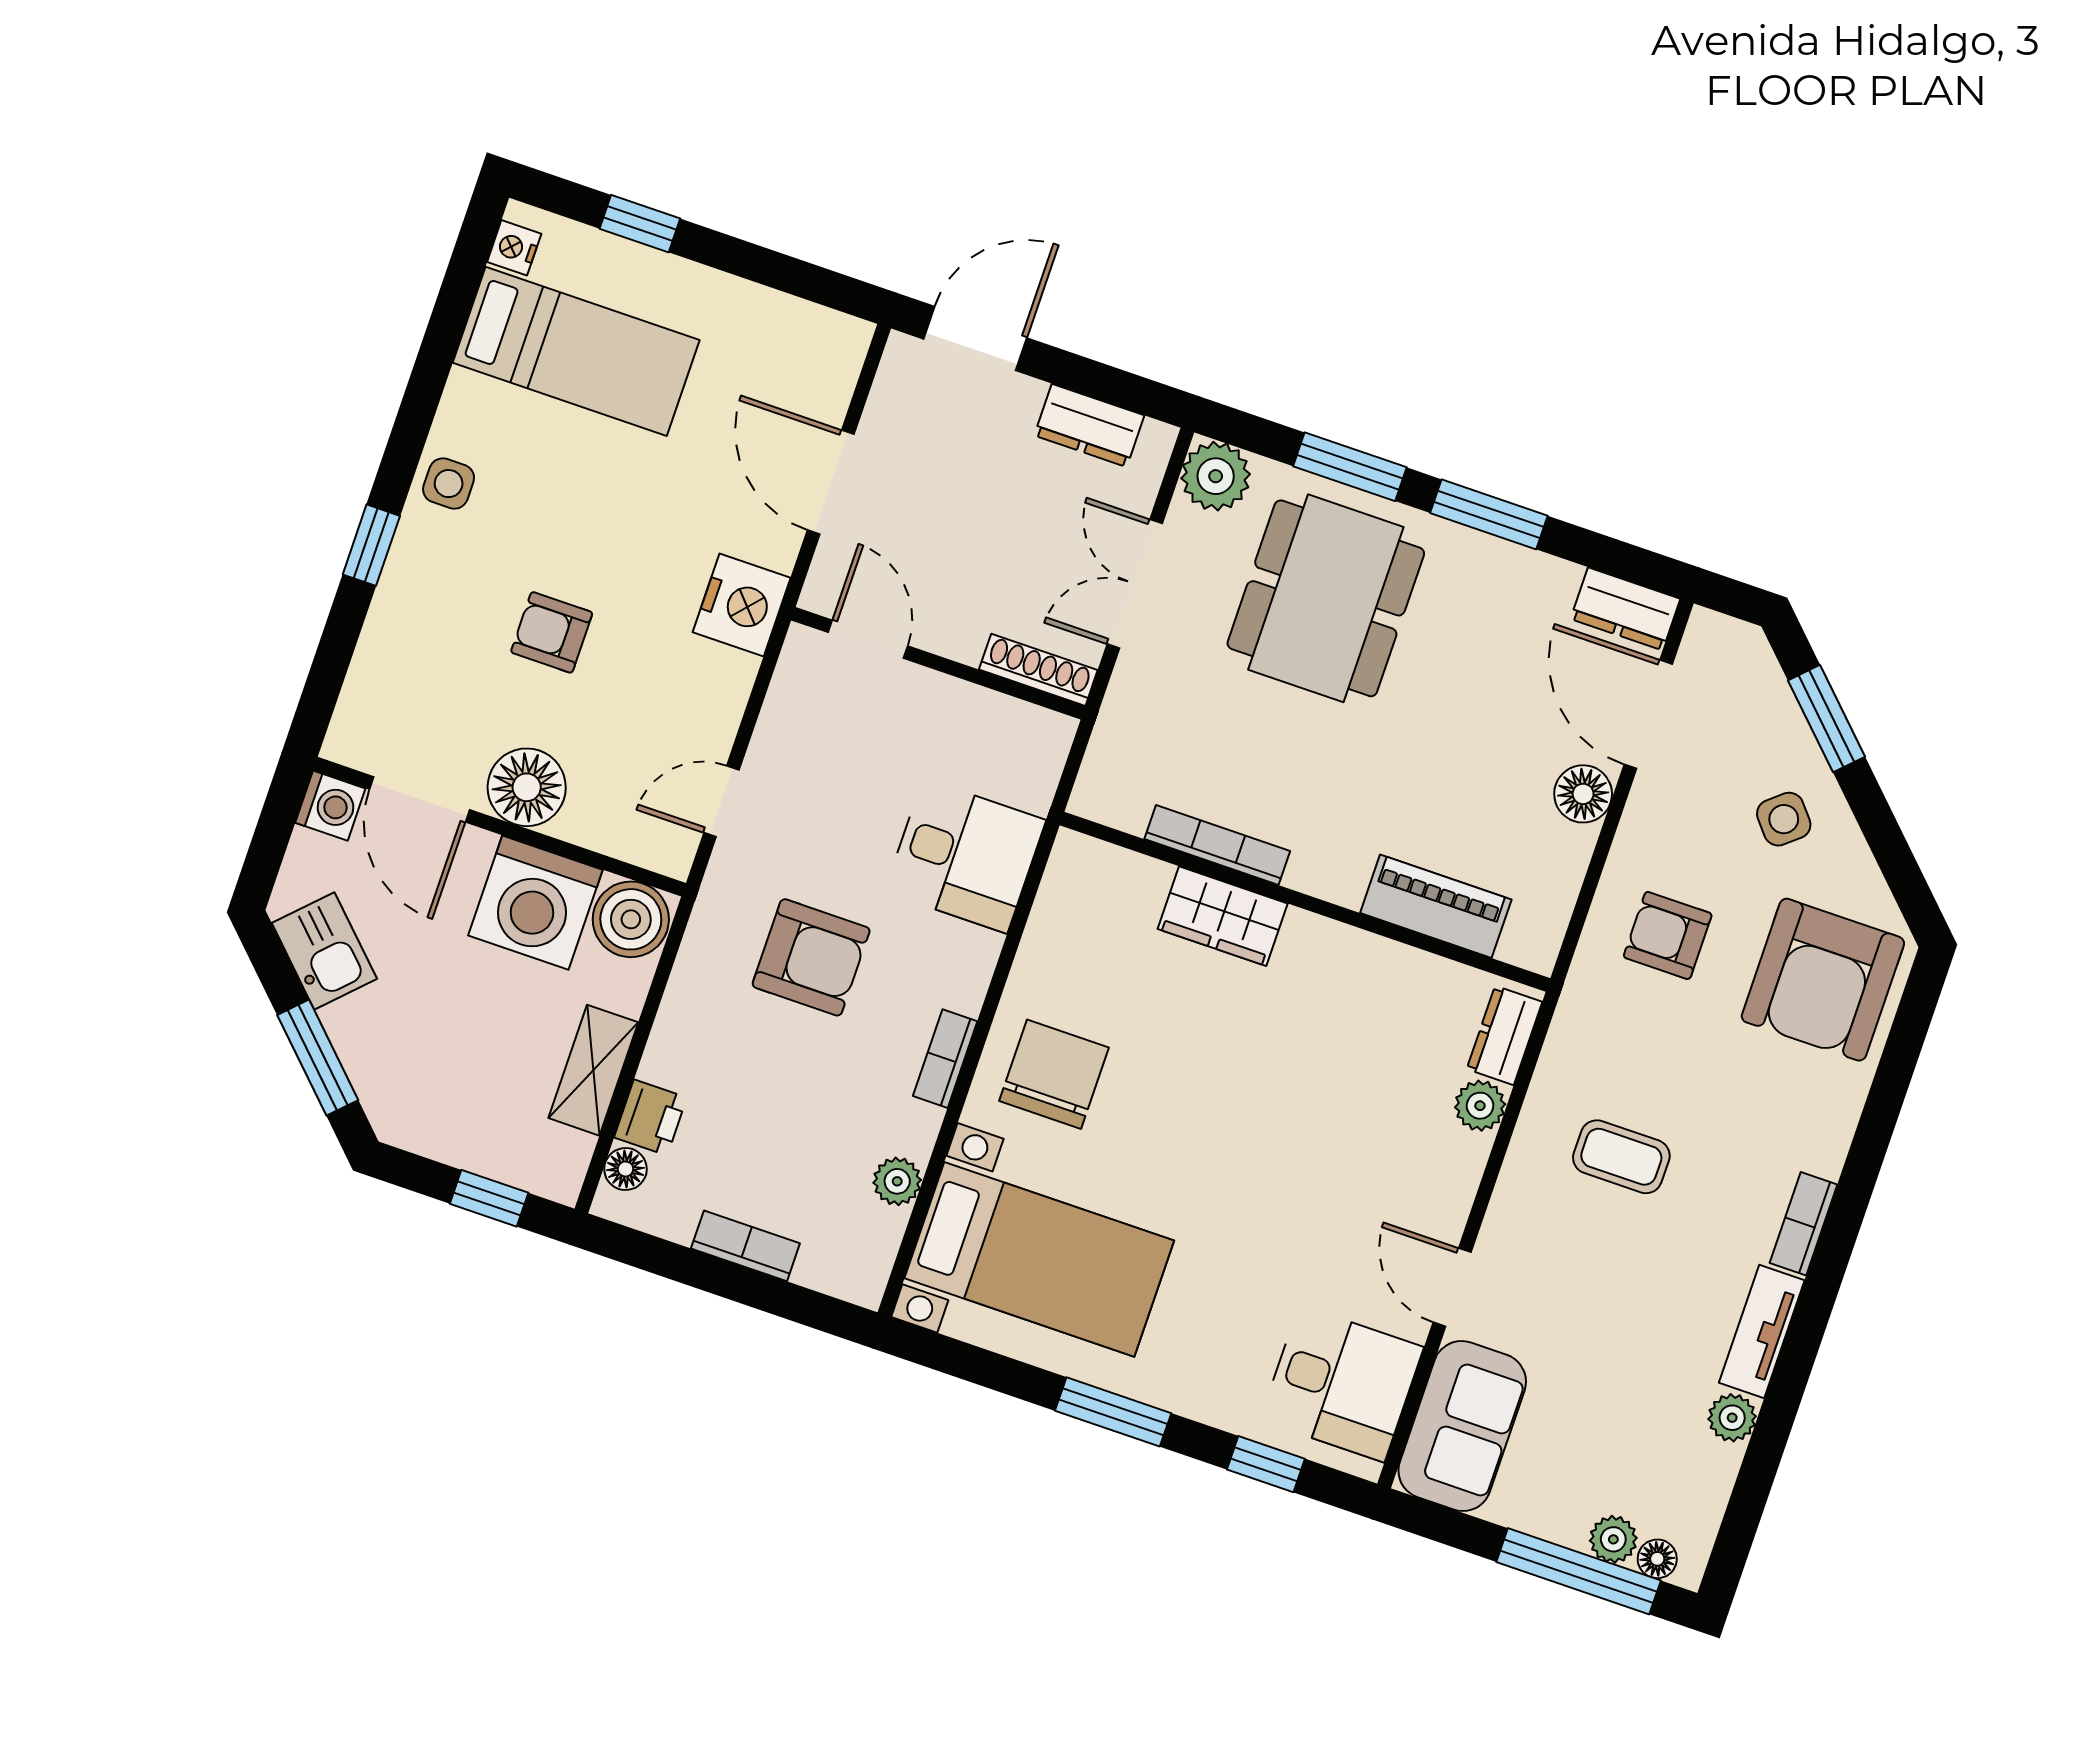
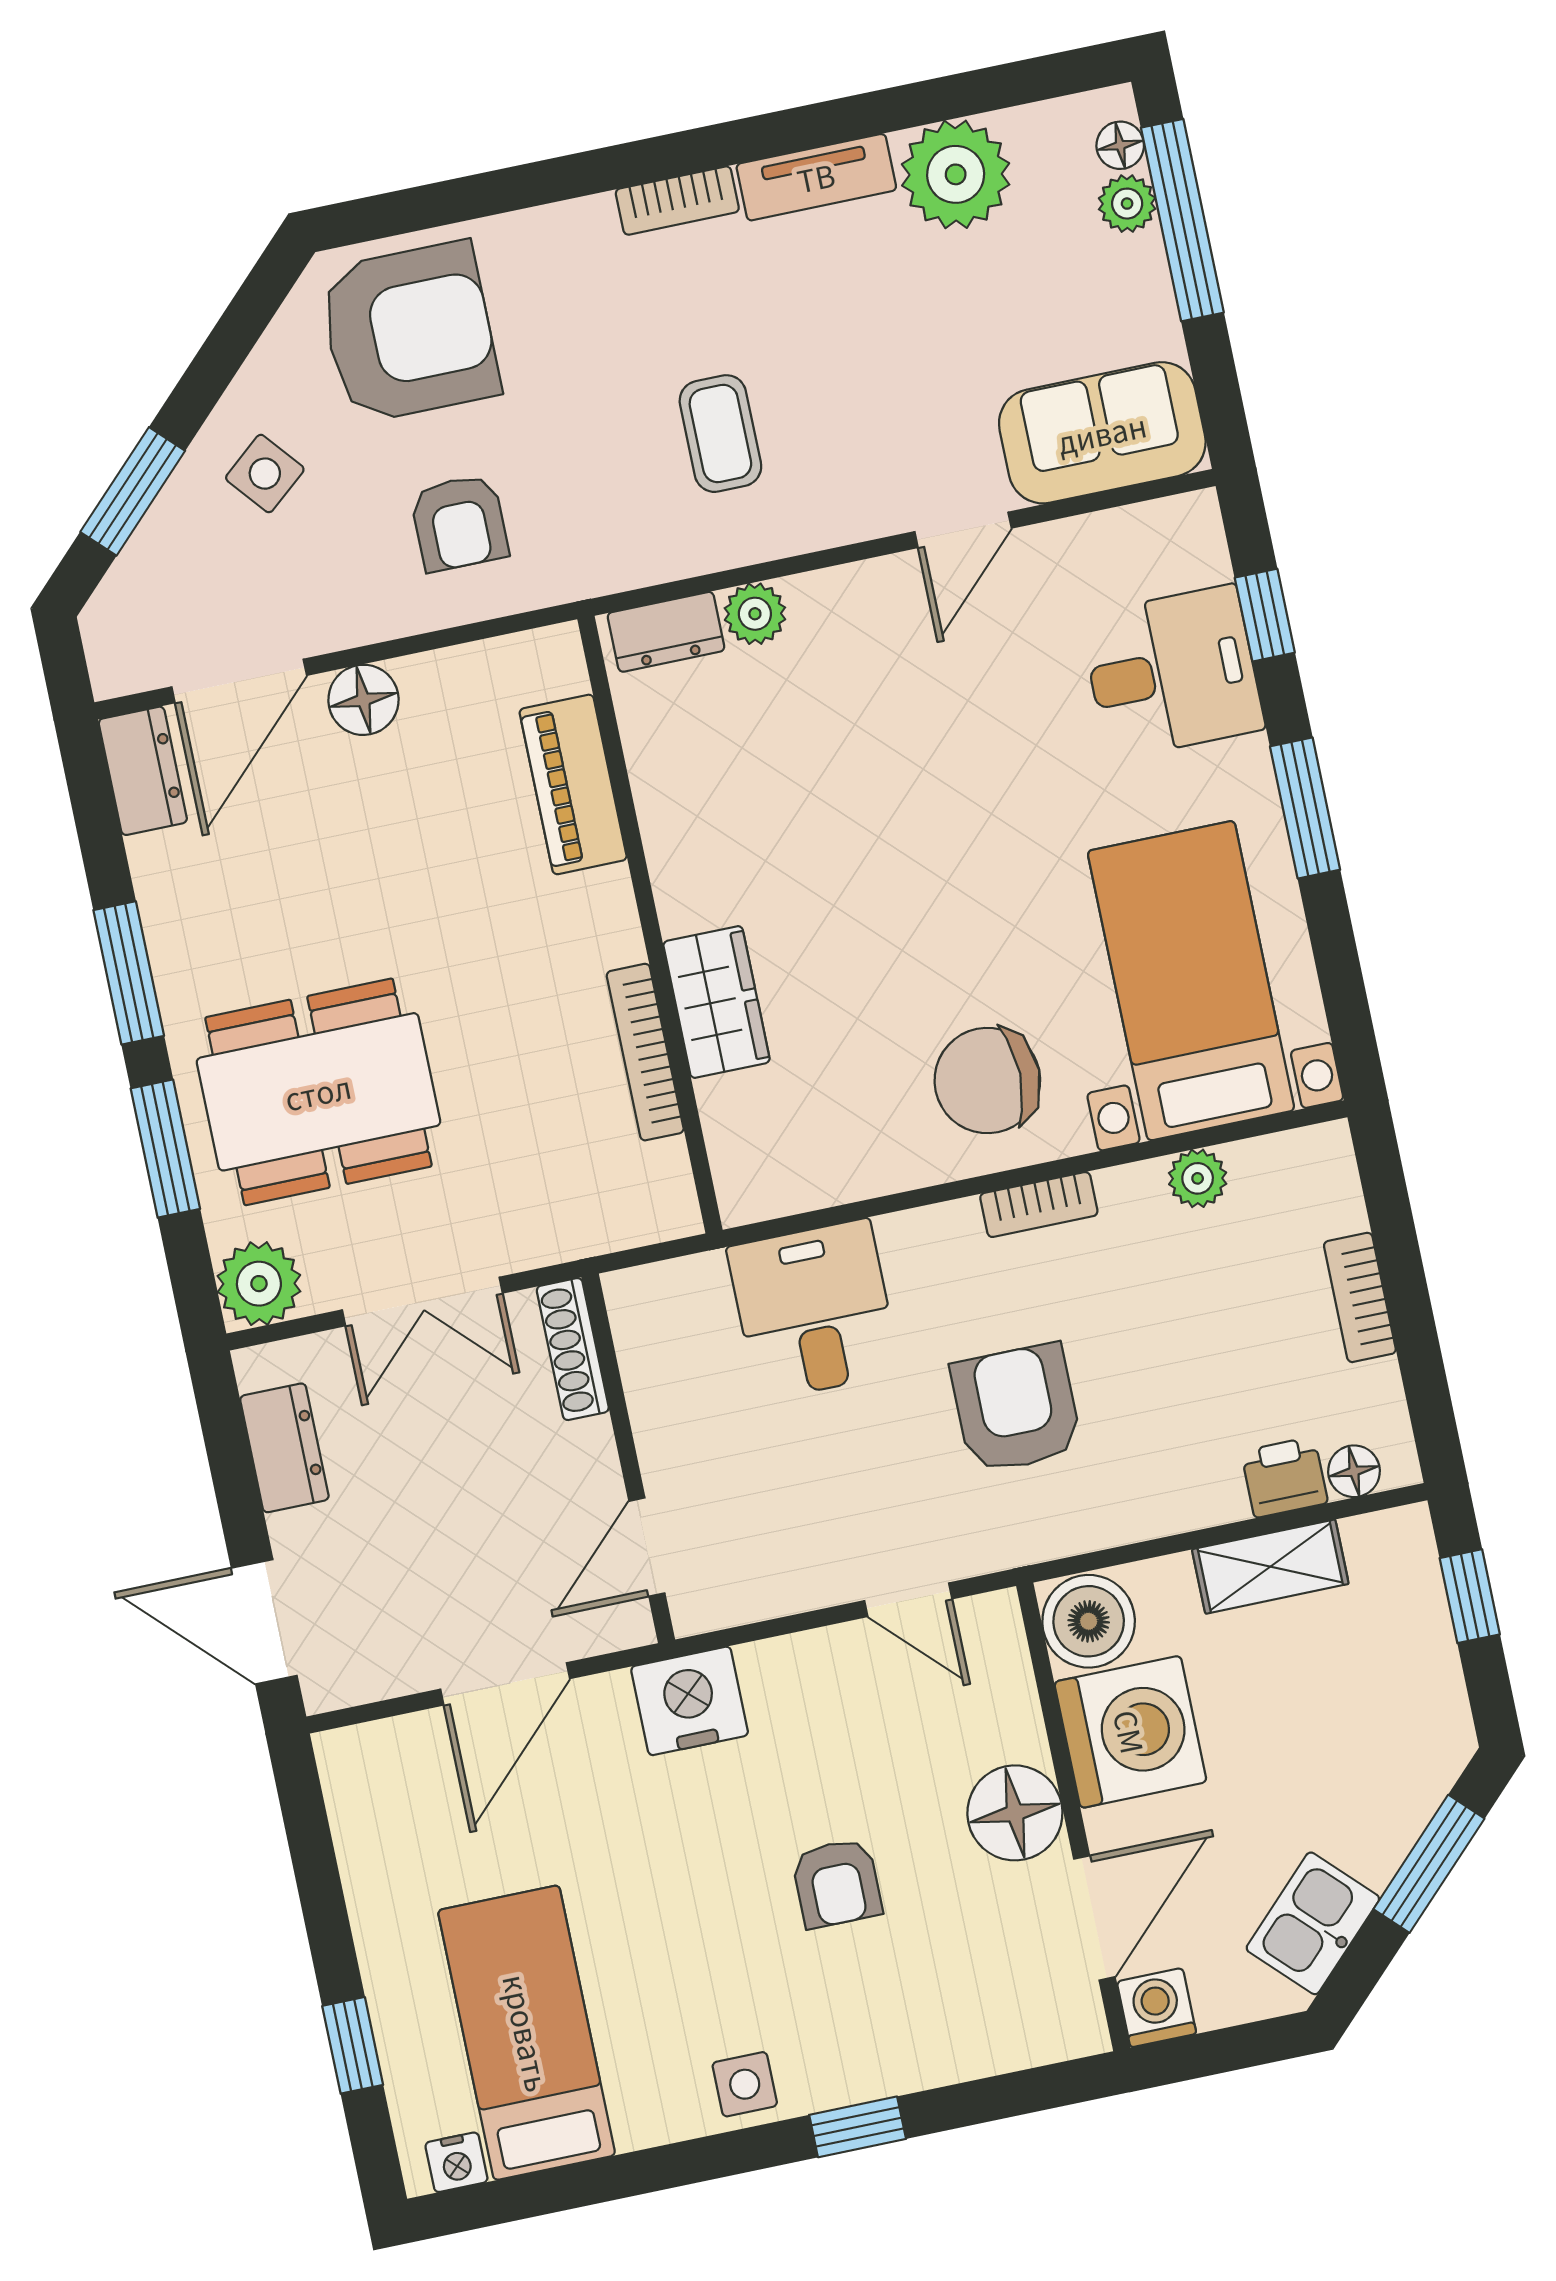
desk: (1342, 1384) -> (1172, 672), moved, turned 90
plant: (1732, 1418) -> (956, 174), width x1.87, depth x1.87

